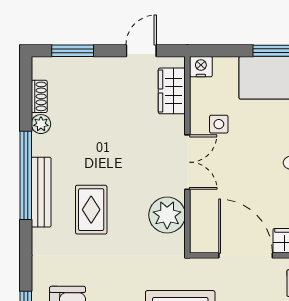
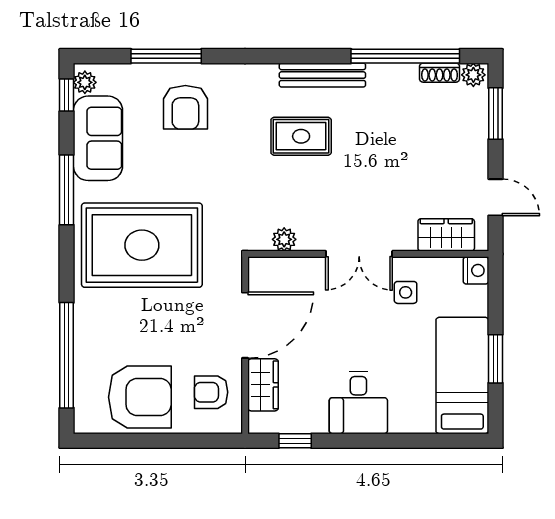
plant: (41, 124) -> (473, 75), moved
window: (26, 175) -> (405, 56), moved
plant: (167, 215) -> (284, 239), width x0.53, depth x0.53

